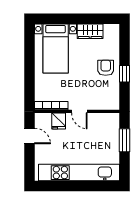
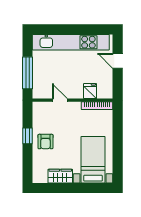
door: (79, 111) -> (60, 100), moved
door: (30, 136) -> (118, 61), moved
window: (125, 140) -> (28, 73), width x1.44

